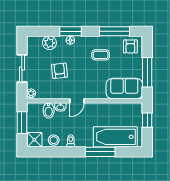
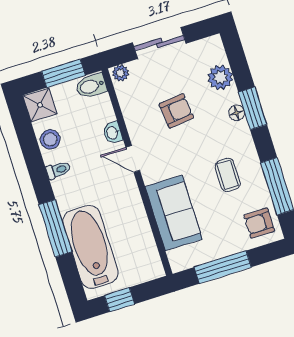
sofa: (124, 89) -> (174, 213), moved
bidet: (49, 110) -> (91, 86), moved
window: (147, 120) -> (120, 300), moved

